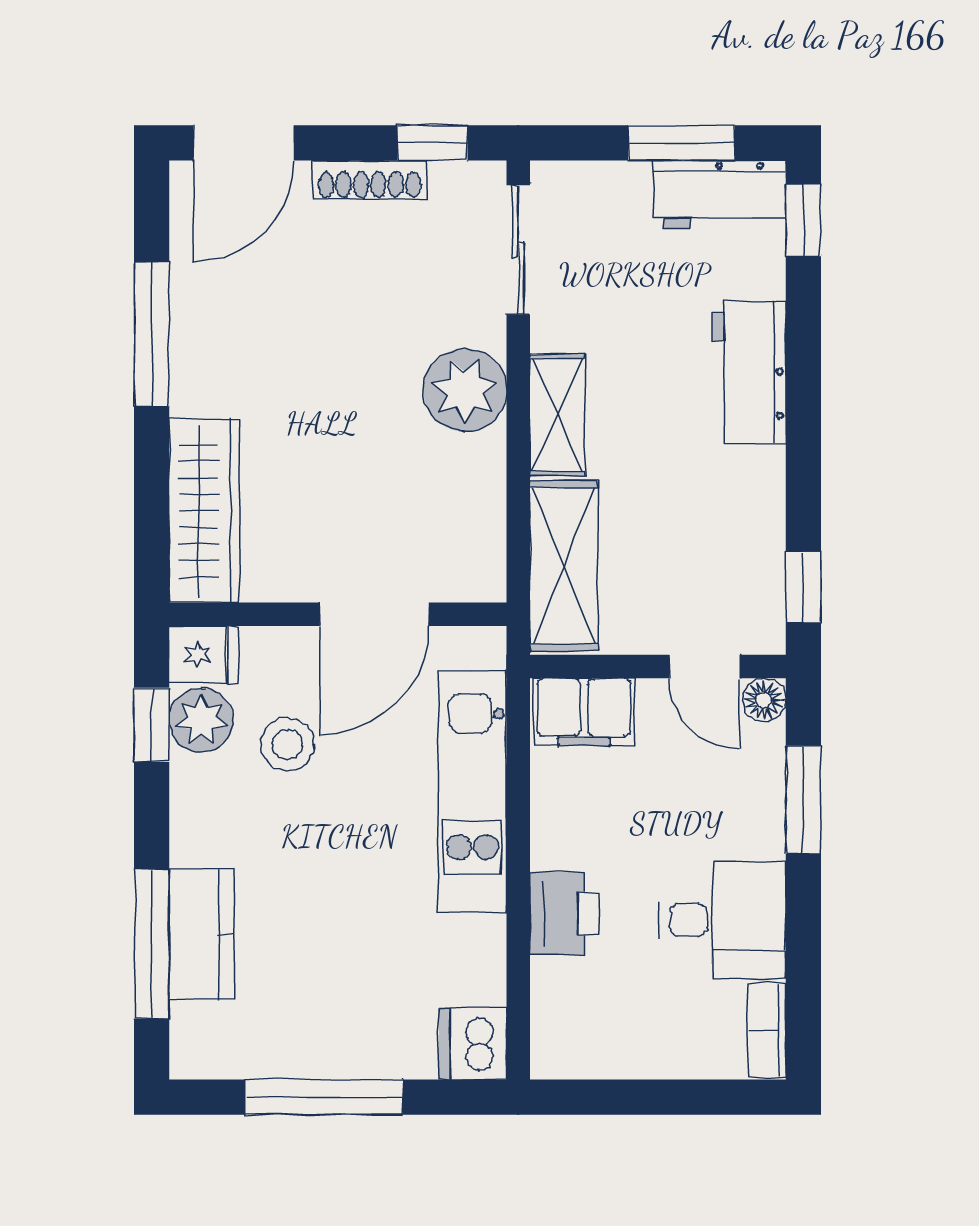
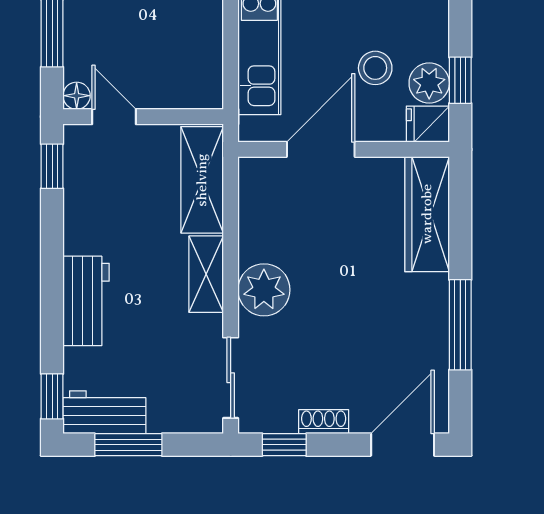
shoe rack: (370, 180) -> (324, 422), width x0.70
filing cabinet: (584, 712) -> (189, 88), removed

